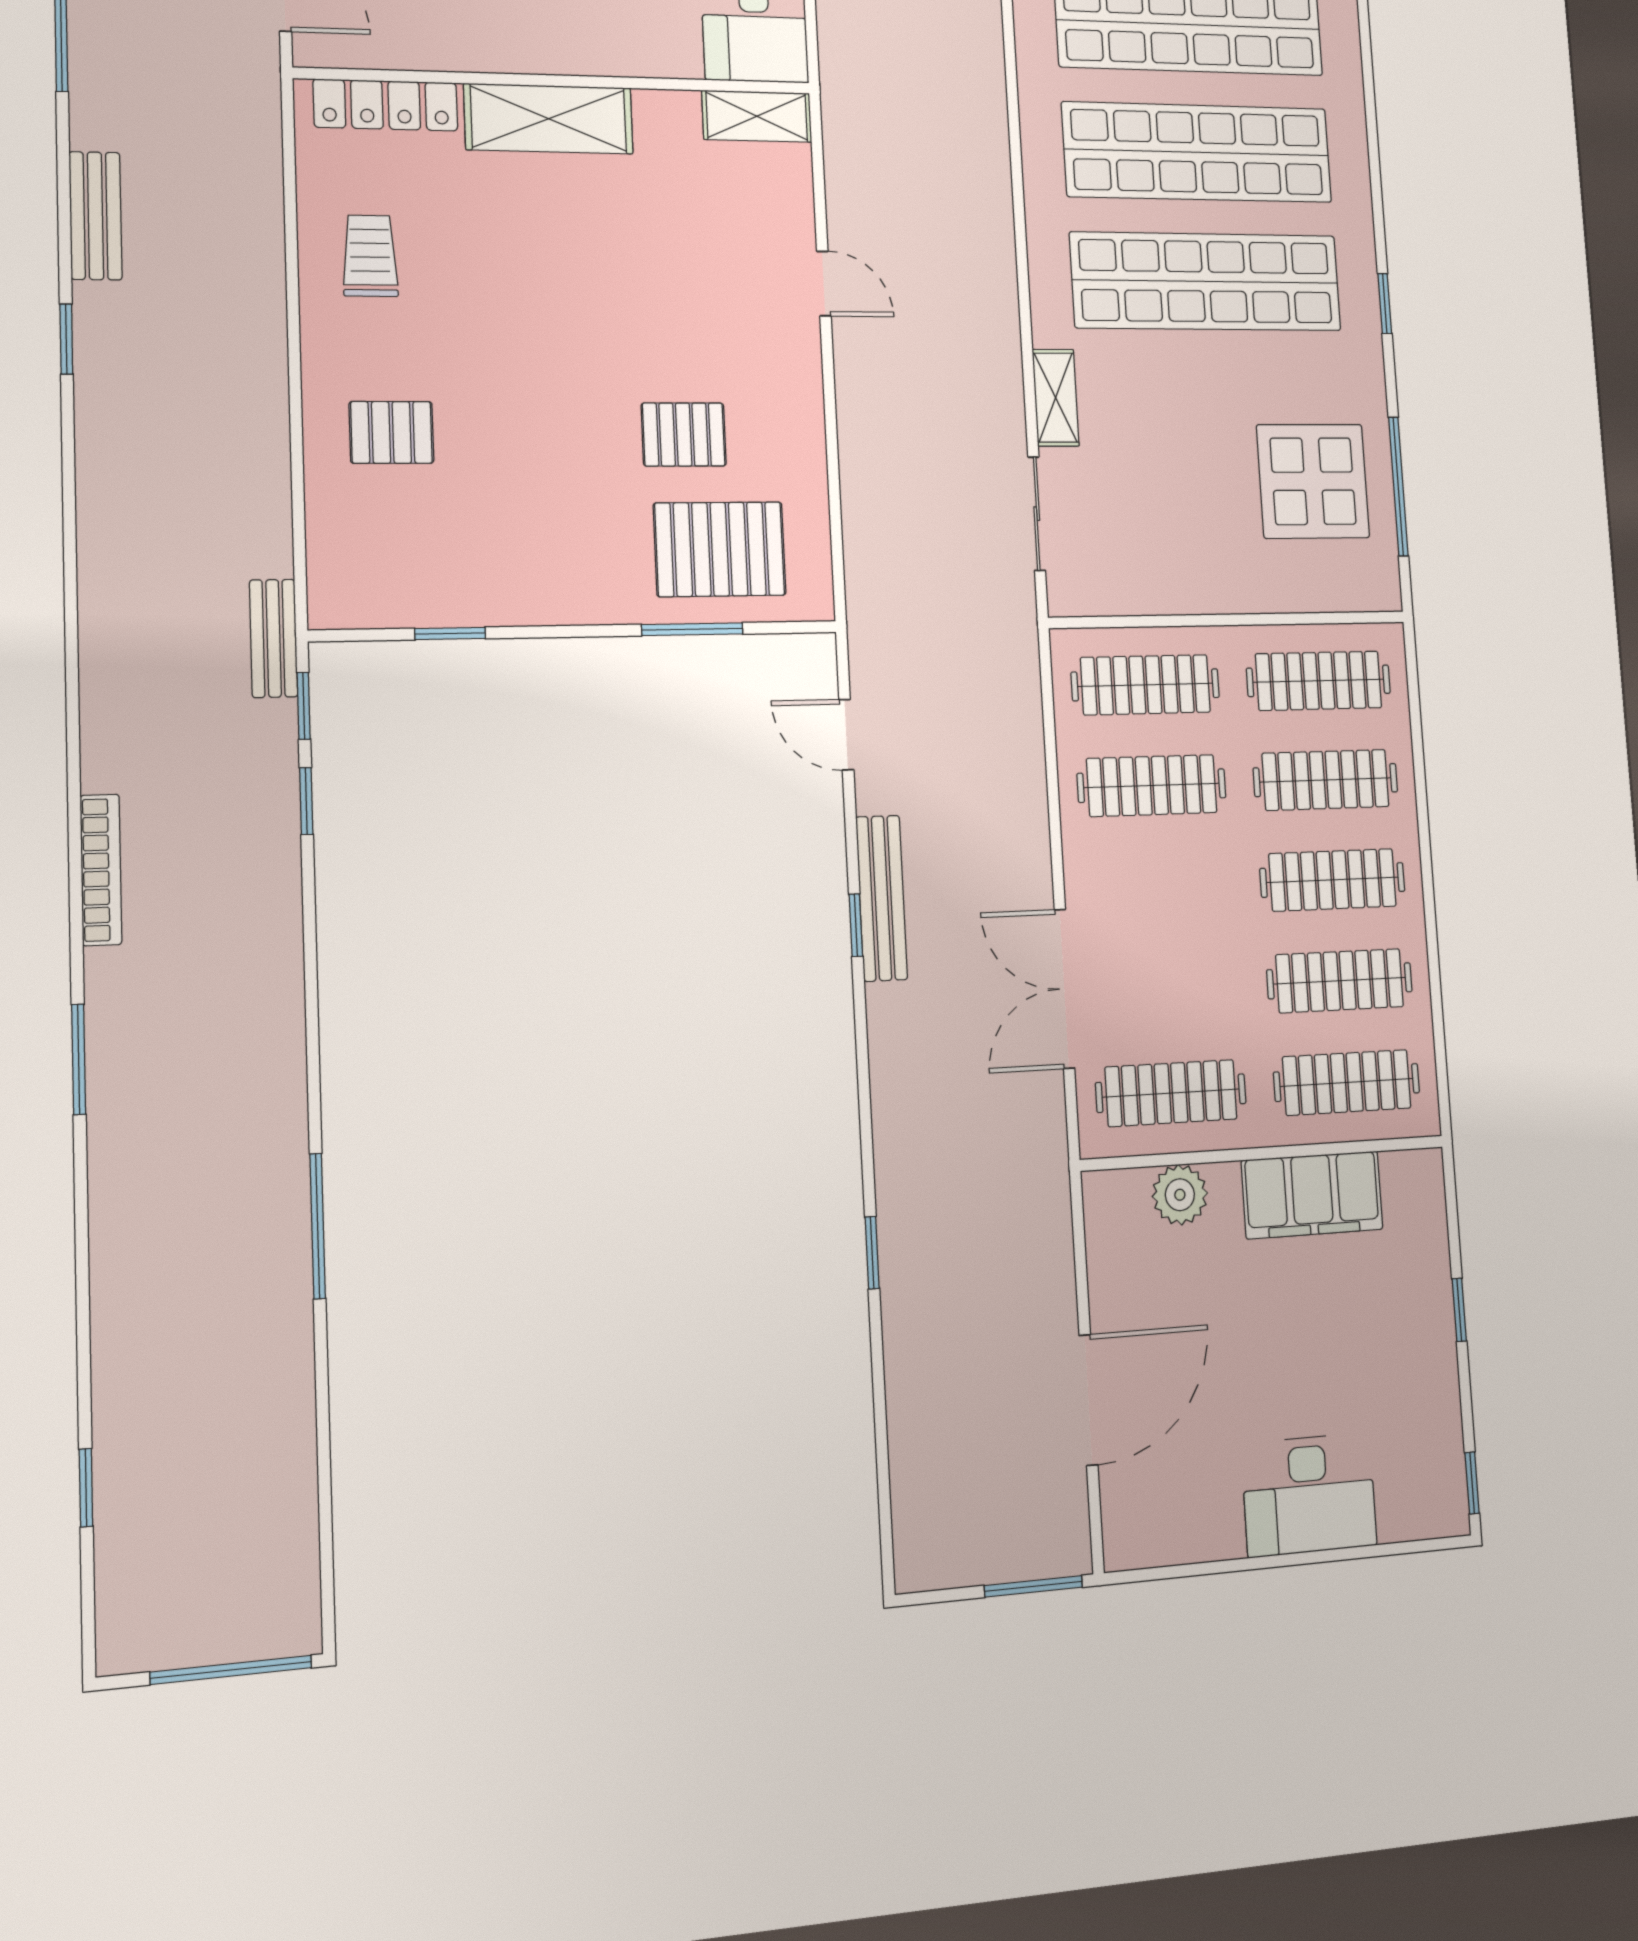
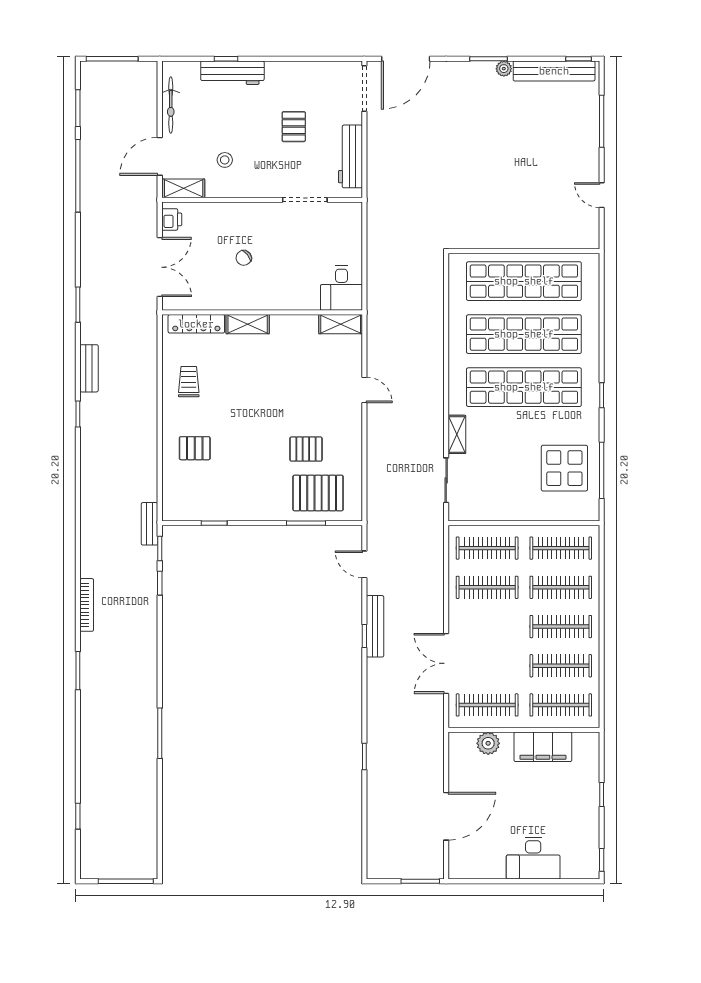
shelving: (549, 119) -> (248, 324), width x0.67, depth x0.75

